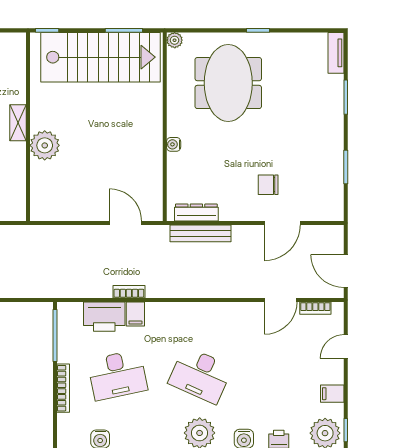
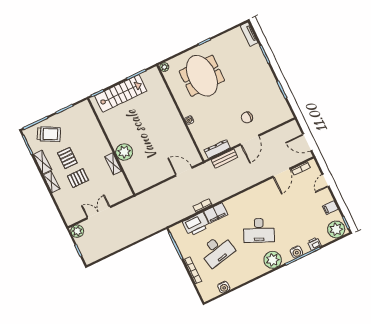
stairs: (100, 57) -> (121, 93), width x0.73, depth x0.66
shelving: (18, 123) -> (113, 164), moved
door: (282, 223) -> (250, 140), moved
bench: (200, 233) -> (224, 159), width x0.73
filing cabinet: (135, 314) -> (216, 213), width x2.00

